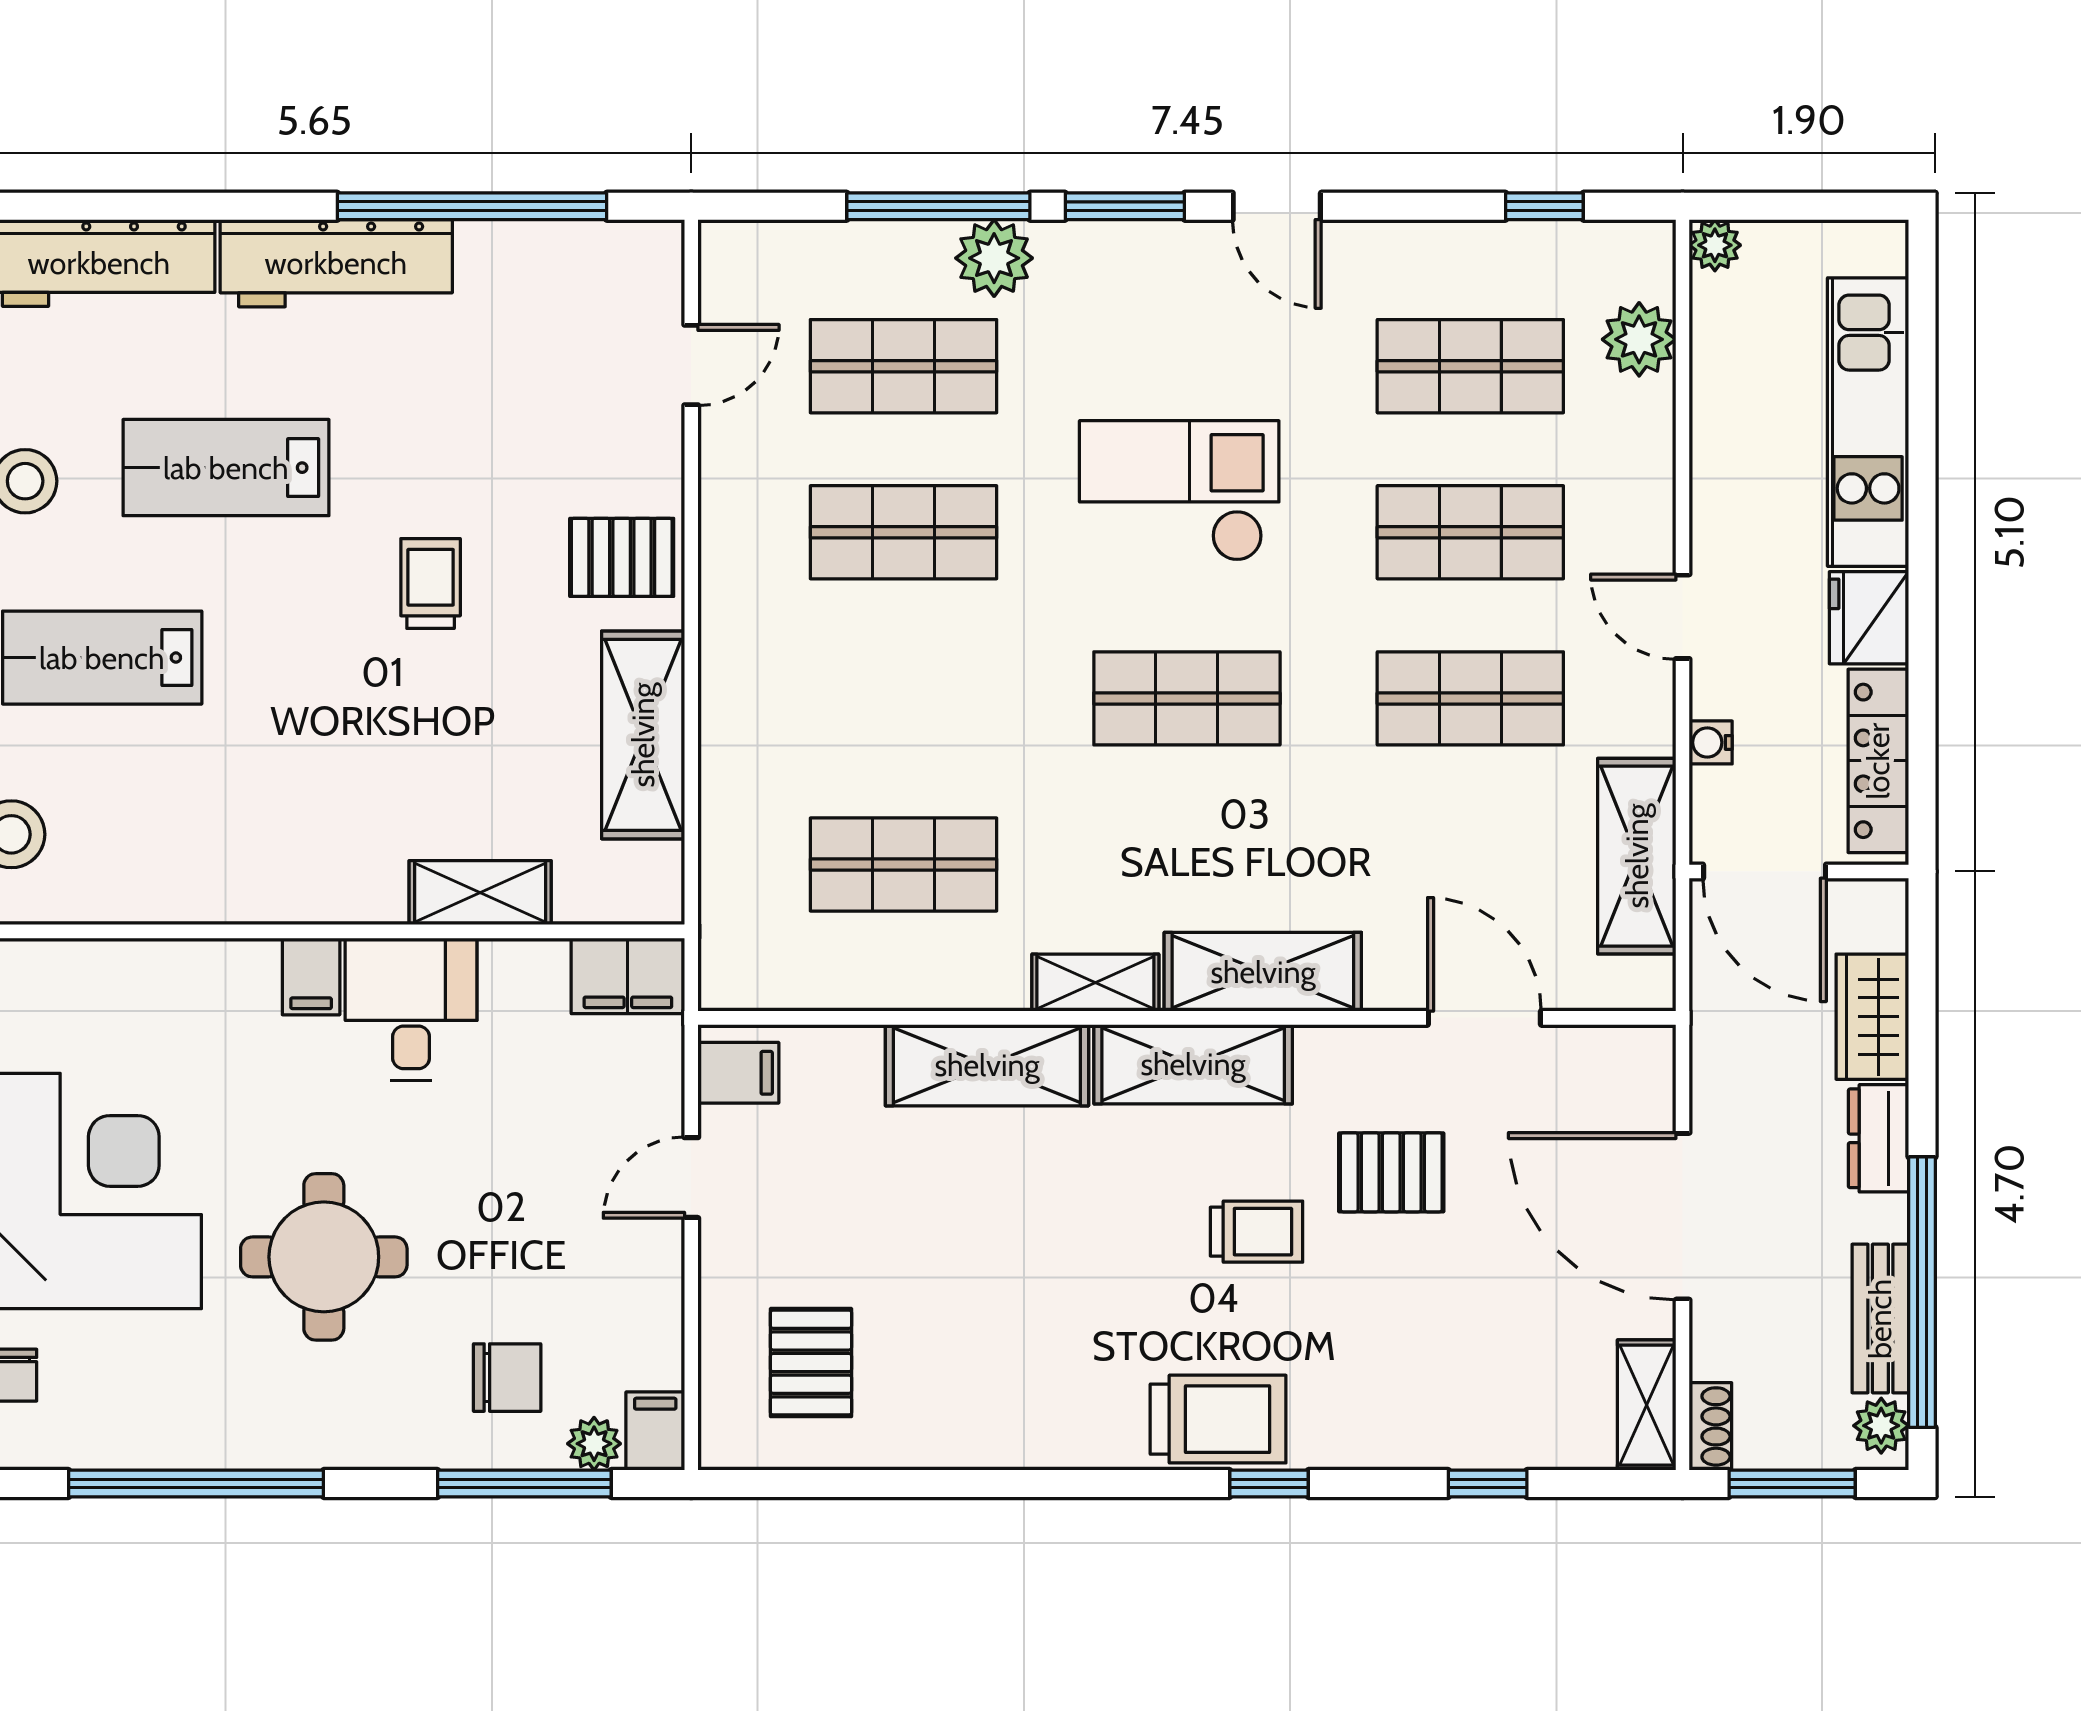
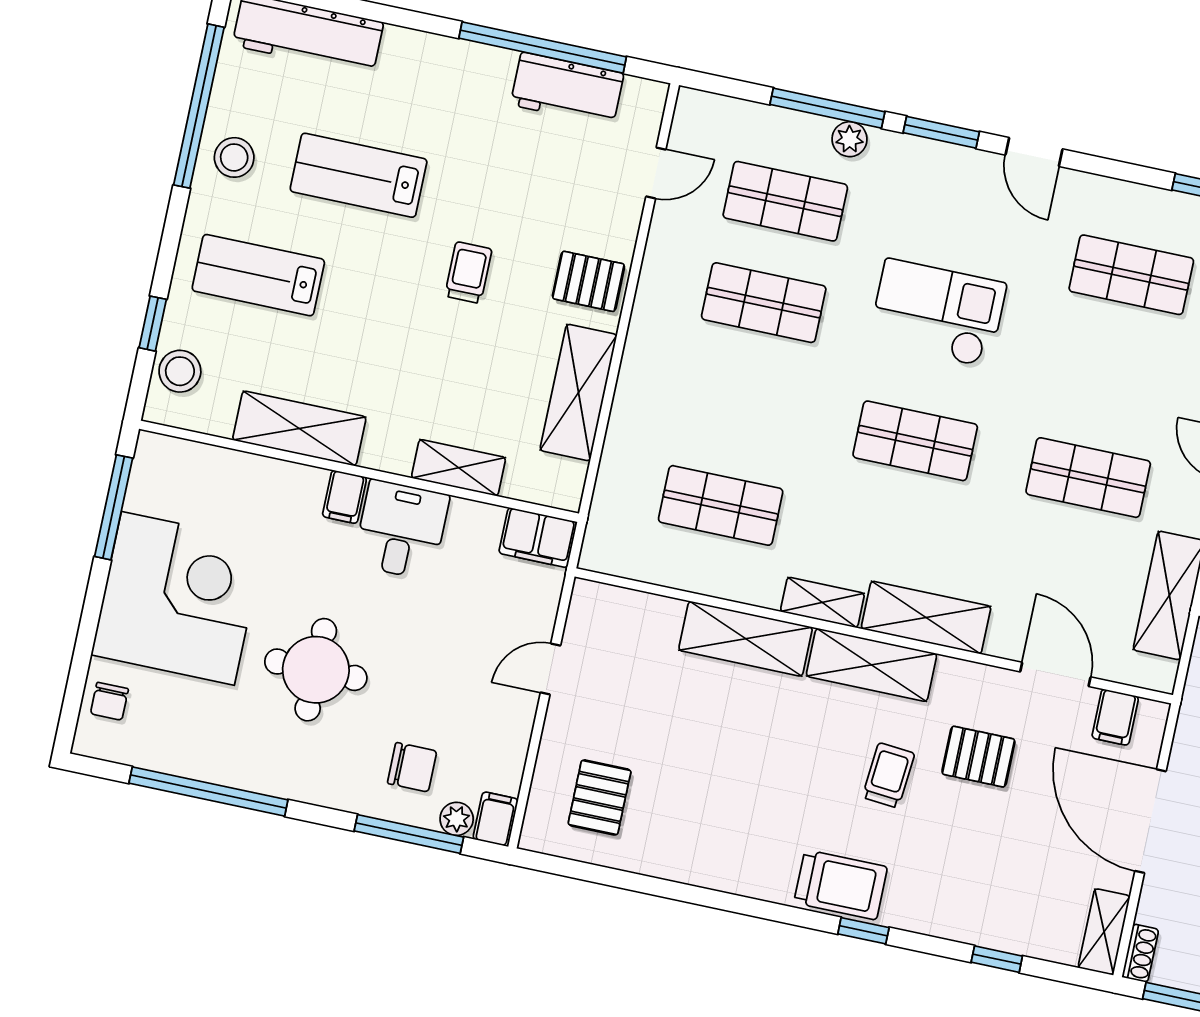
plant: (994, 258) -> (850, 139), width x0.73, depth x0.73
workbench: (336, 263) -> (567, 89), moved, width x0.73
shop shelf: (1470, 532) -> (1110, 376), removed
shelving: (218, 884) -> (299, 428), added
filing cabinet: (738, 1073) -> (1115, 717), moved, turned 90
trolley: (1256, 1232) -> (888, 775), turned -85

